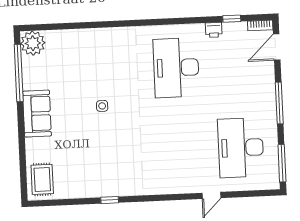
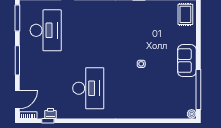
printer: (214, 30) -> (51, 113), moved
plant: (33, 43) -> (192, 114), width x0.53, depth x0.53

